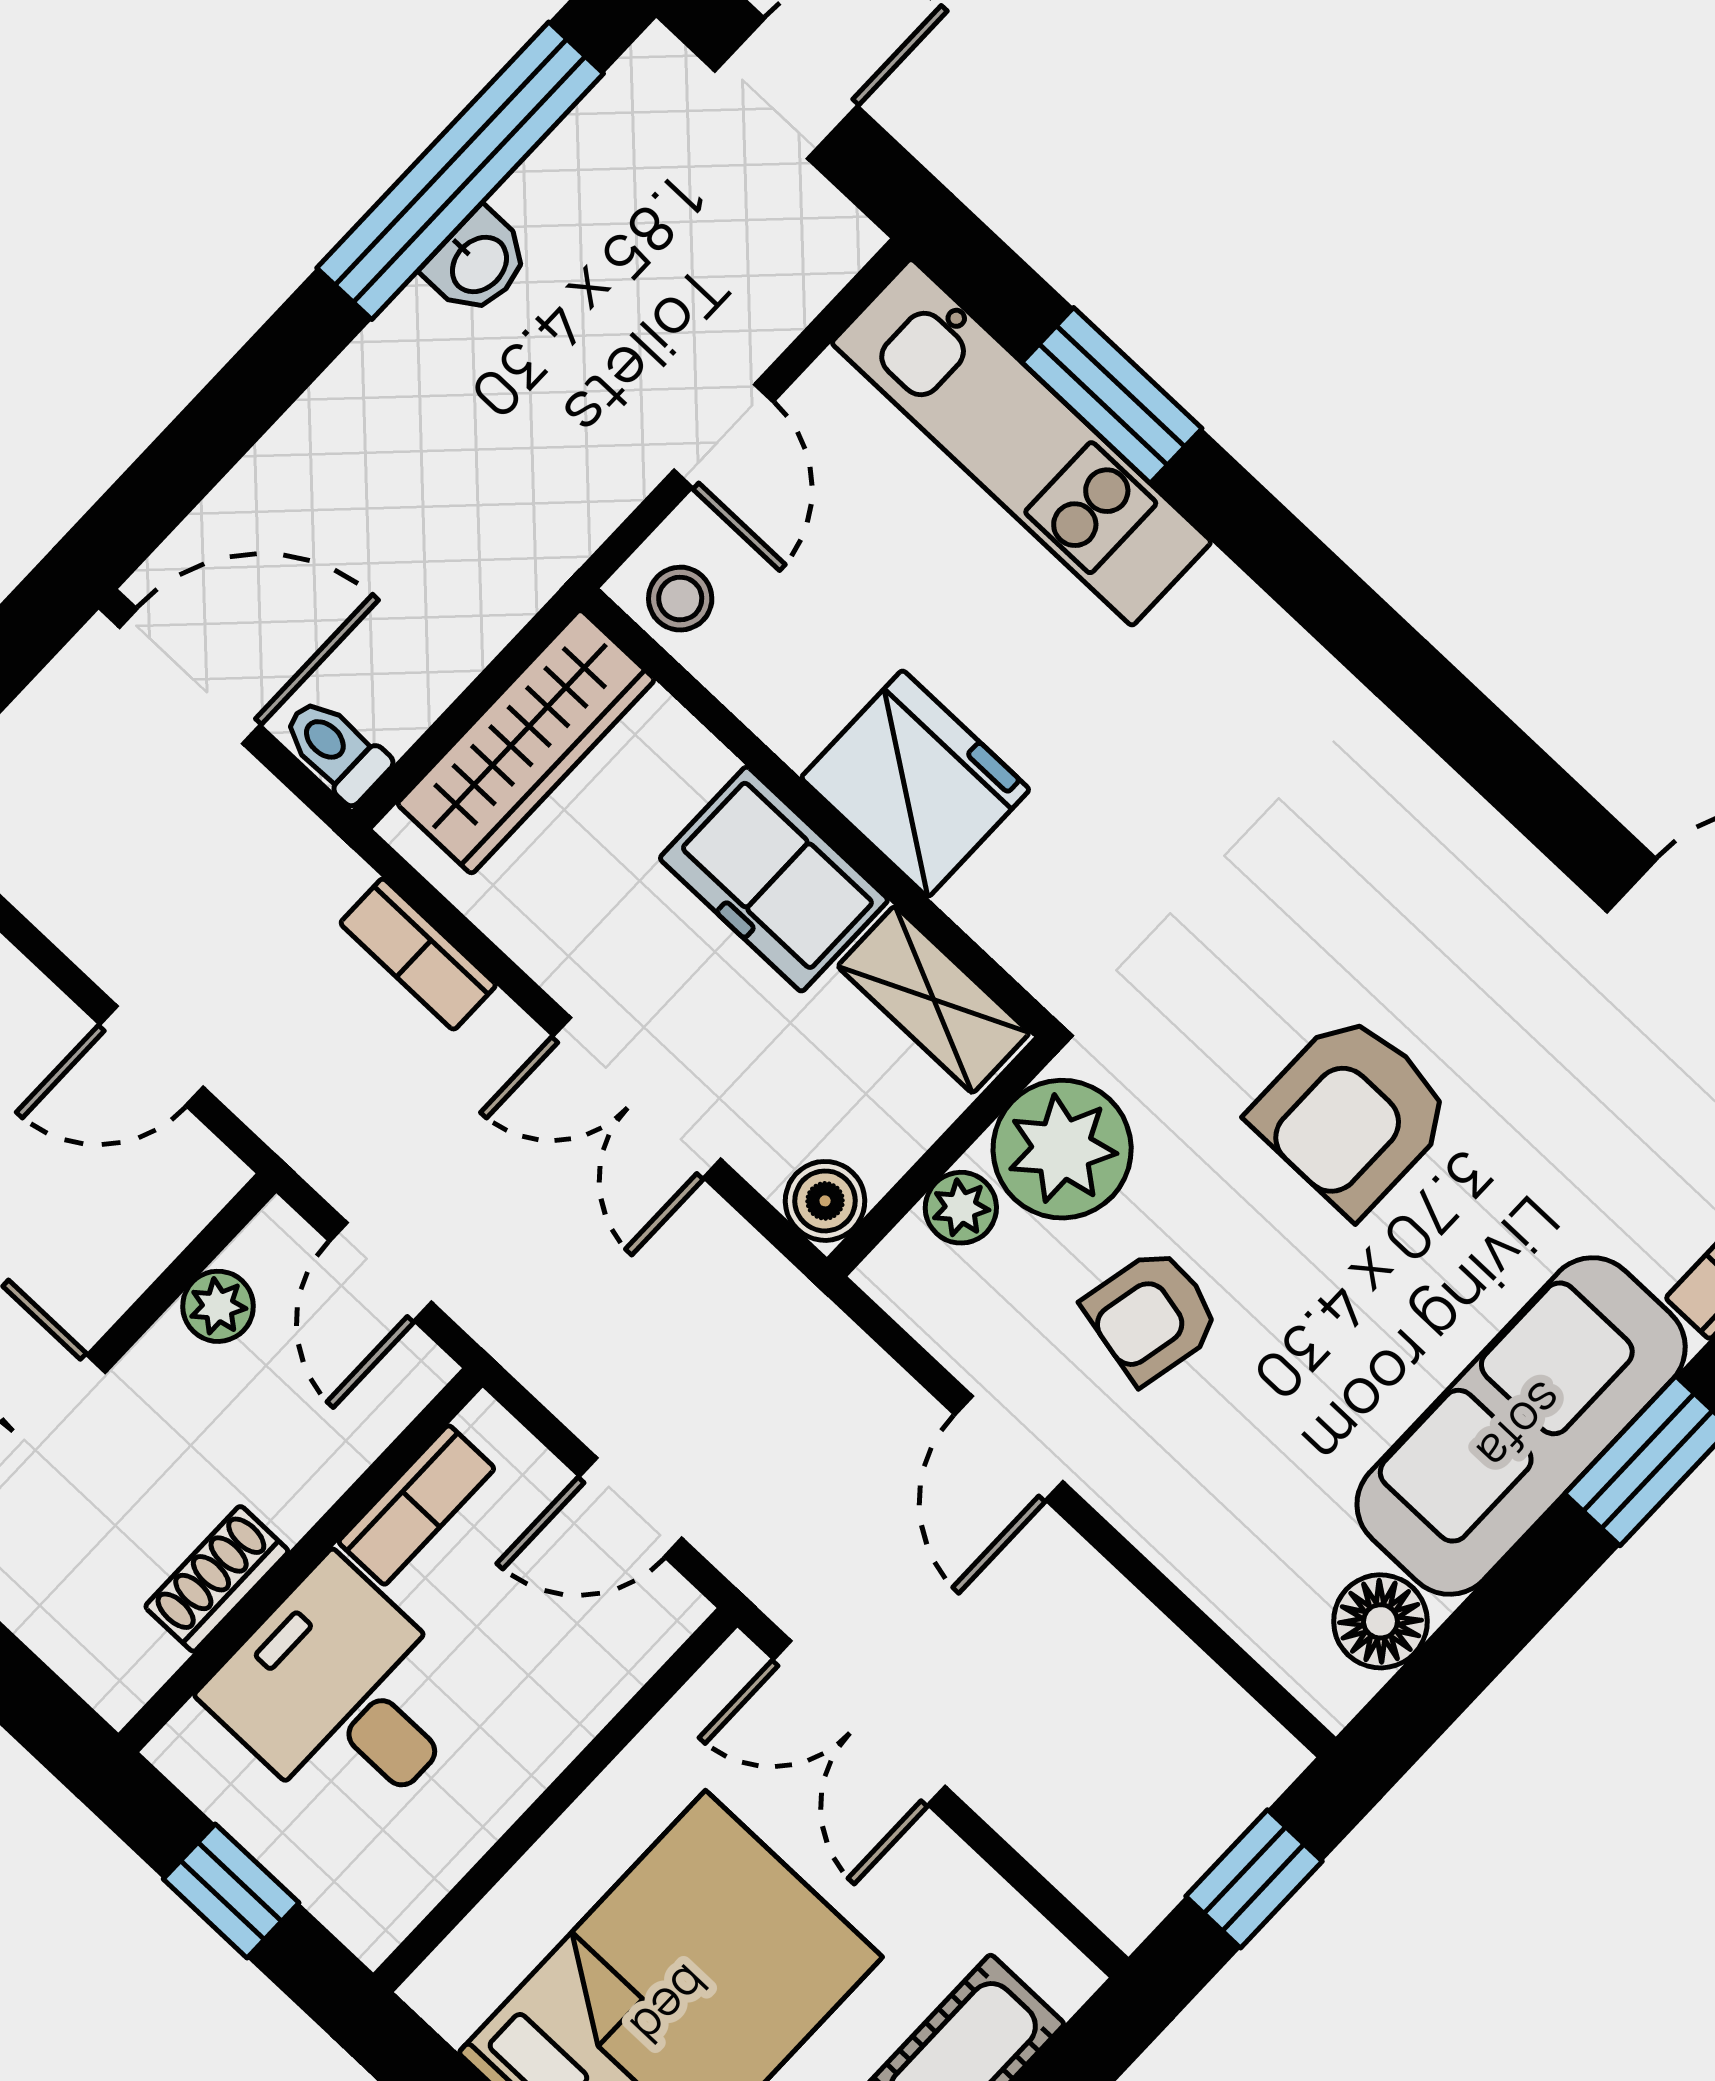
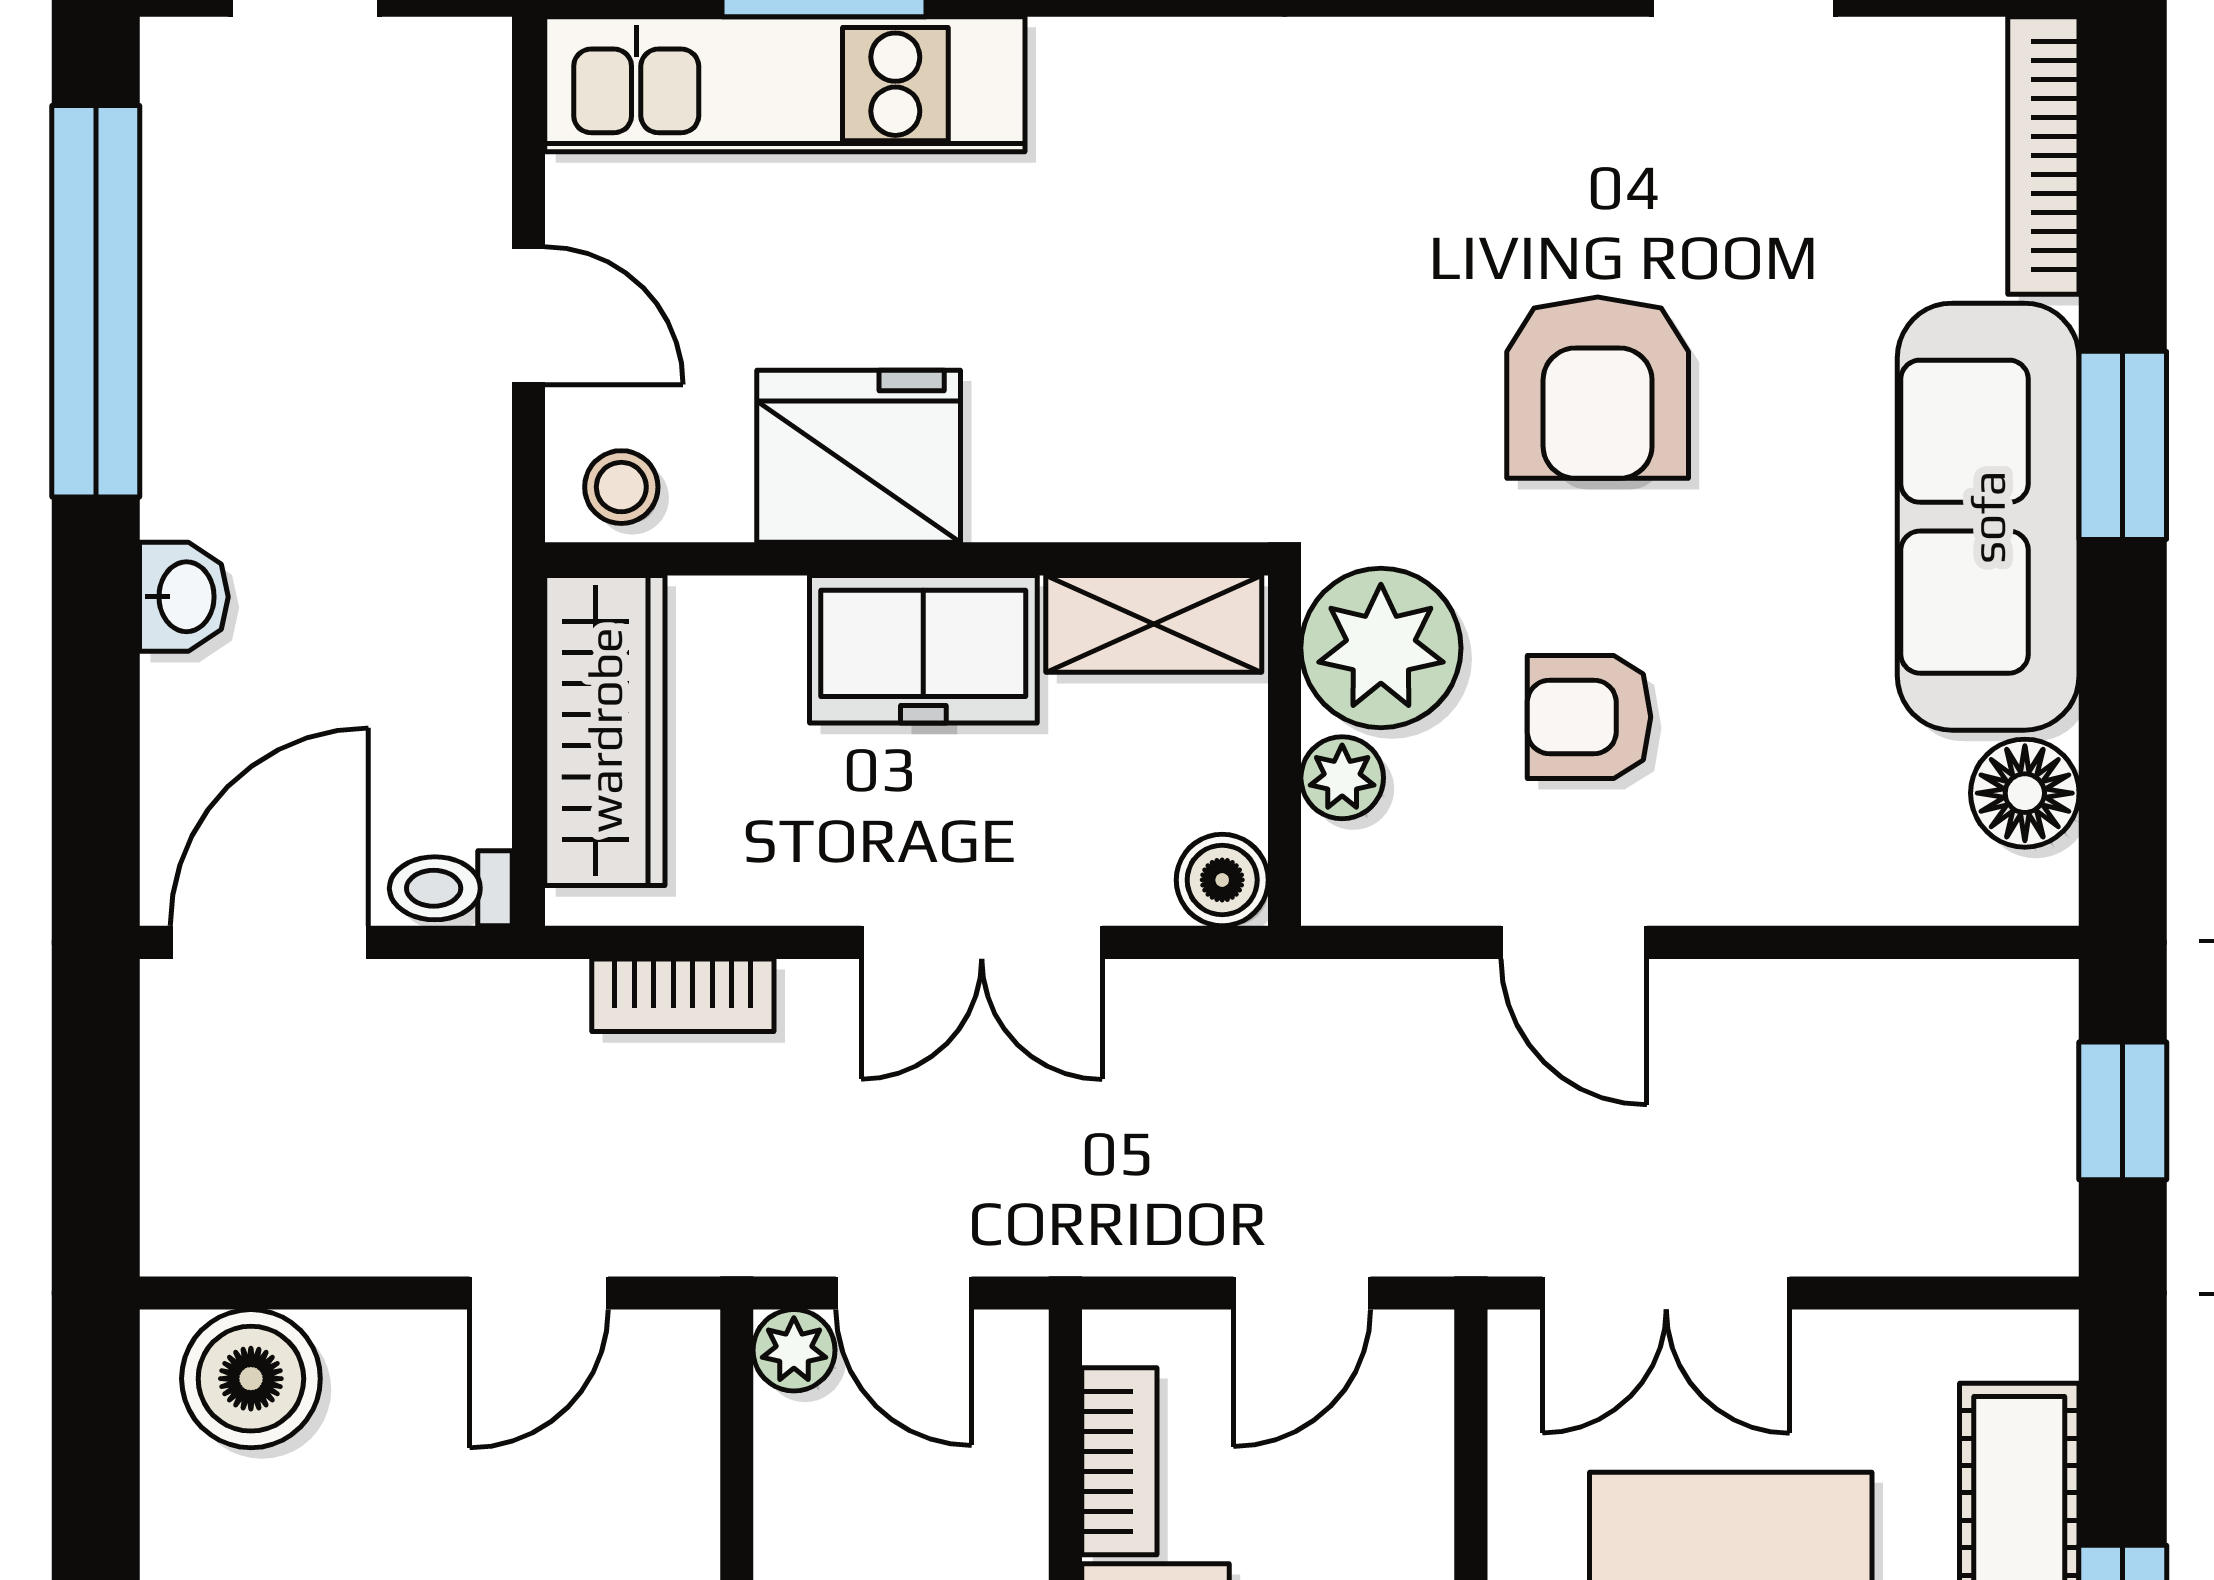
washbasin: (478, 263) -> (184, 597), moved
fridge: (915, 784) -> (859, 456), moved
plant: (218, 1306) -> (794, 1350), moved
armchair: (1152, 1316) -> (1589, 717), turned 78

